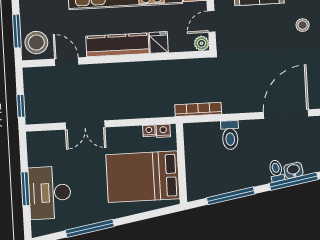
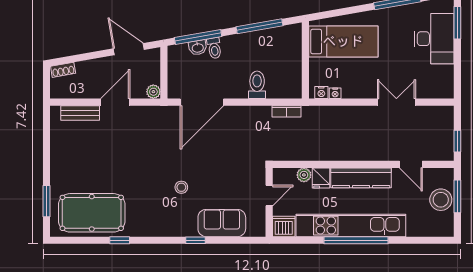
stool: (36, 43) -> (441, 200), moved
plant: (202, 43) -> (304, 175), moved
window: (21, 106) -> (457, 141), moved
bookcase: (198, 109) -> (286, 111), width x0.64
bed: (143, 177) -> (343, 41), width x0.67
window: (25, 189) -> (457, 23), moved

